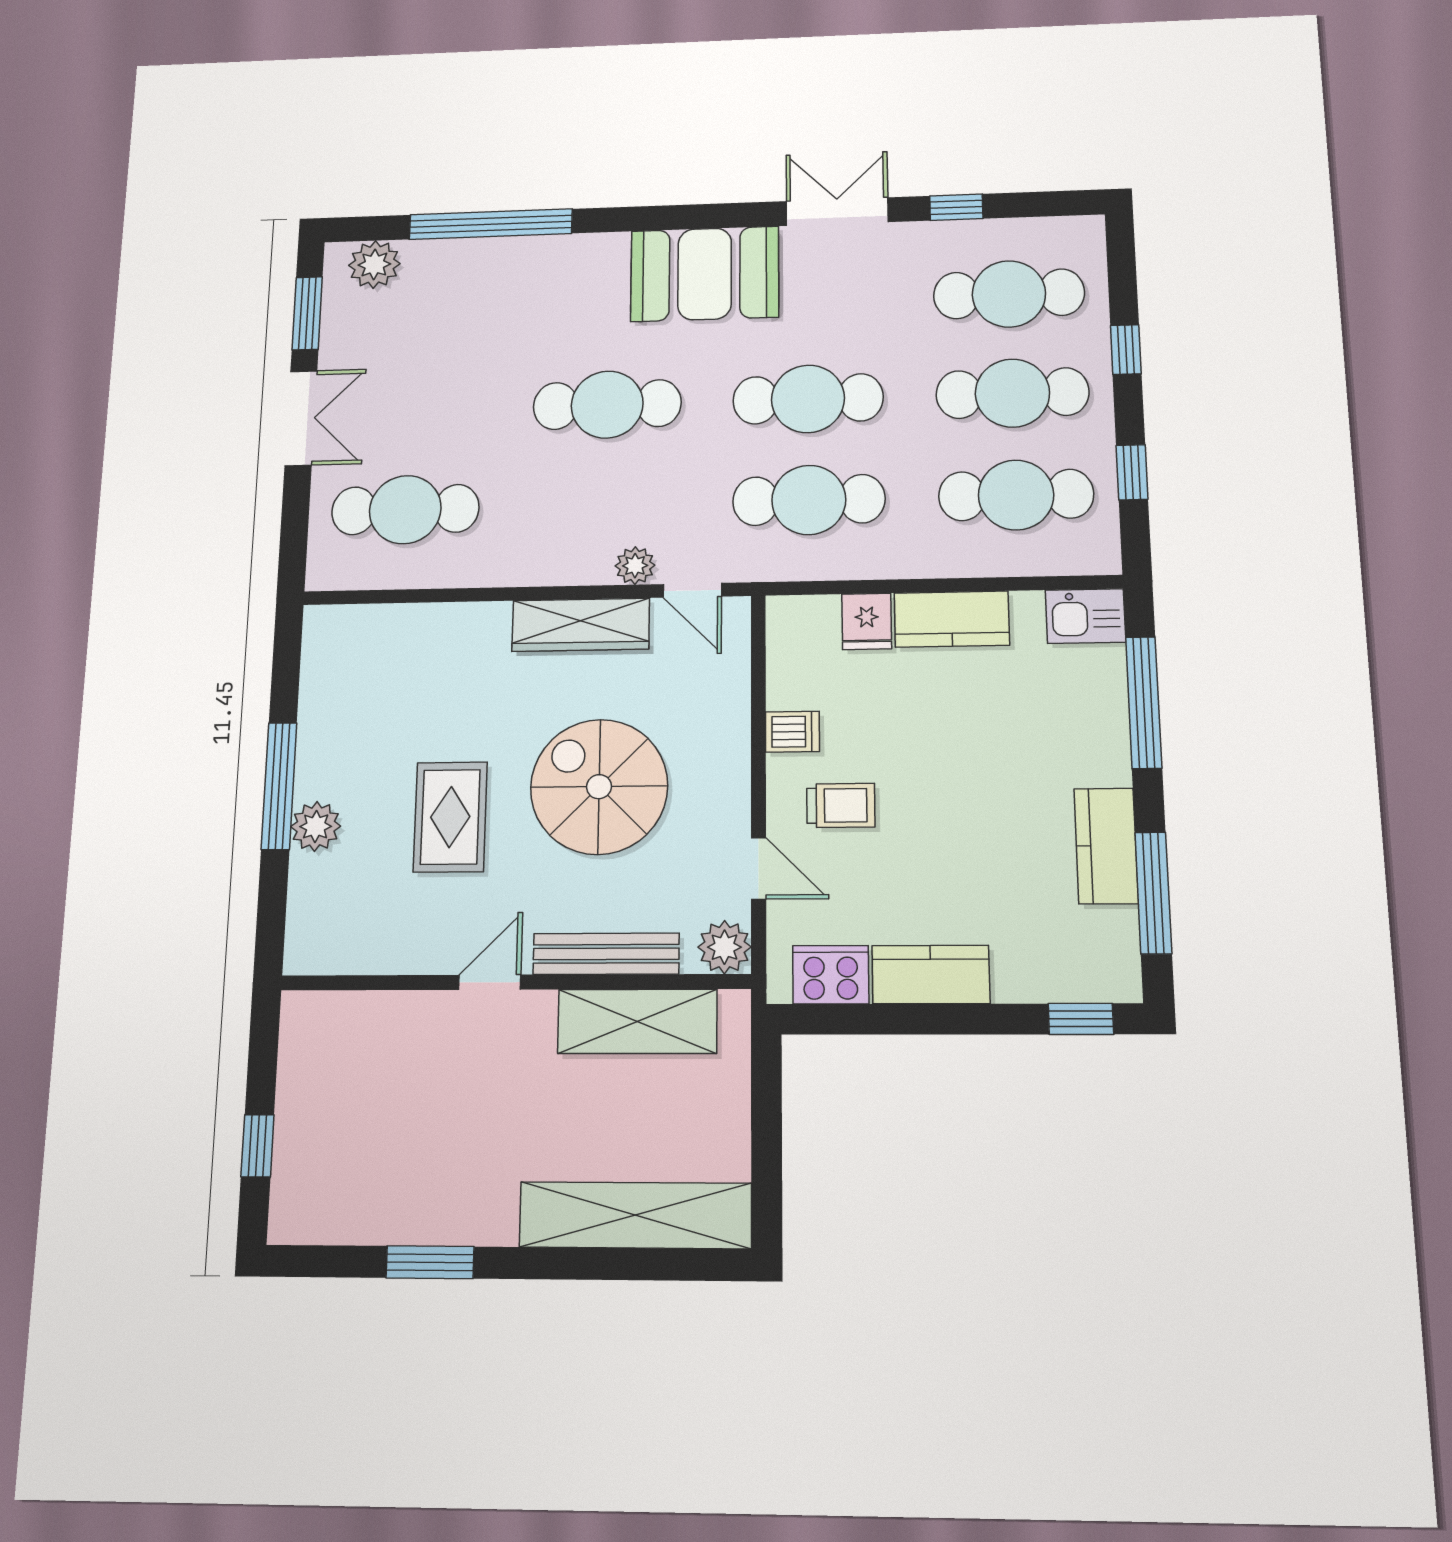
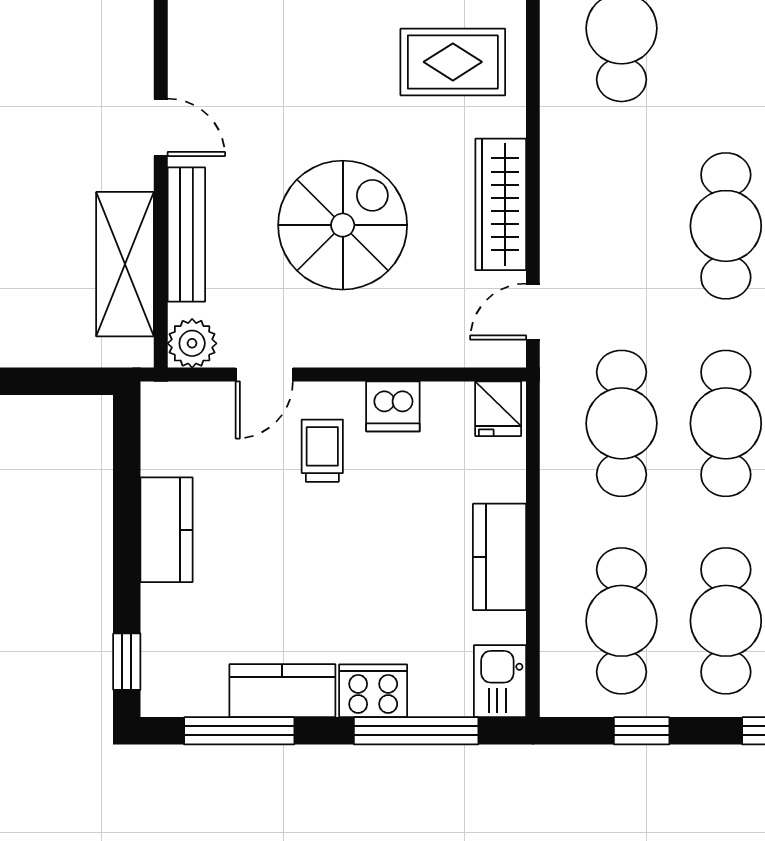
plant: (635, 566) -> (559, 256), removed
fridge: (867, 621) -> (498, 409), moved, turned -90
dishwasher: (792, 732) -> (393, 406), width x1.38
trolley: (841, 805) -> (322, 451), turned 180
rug: (450, 817) -> (453, 62), moved
cooker: (831, 975) -> (373, 691), moved, turned -90

